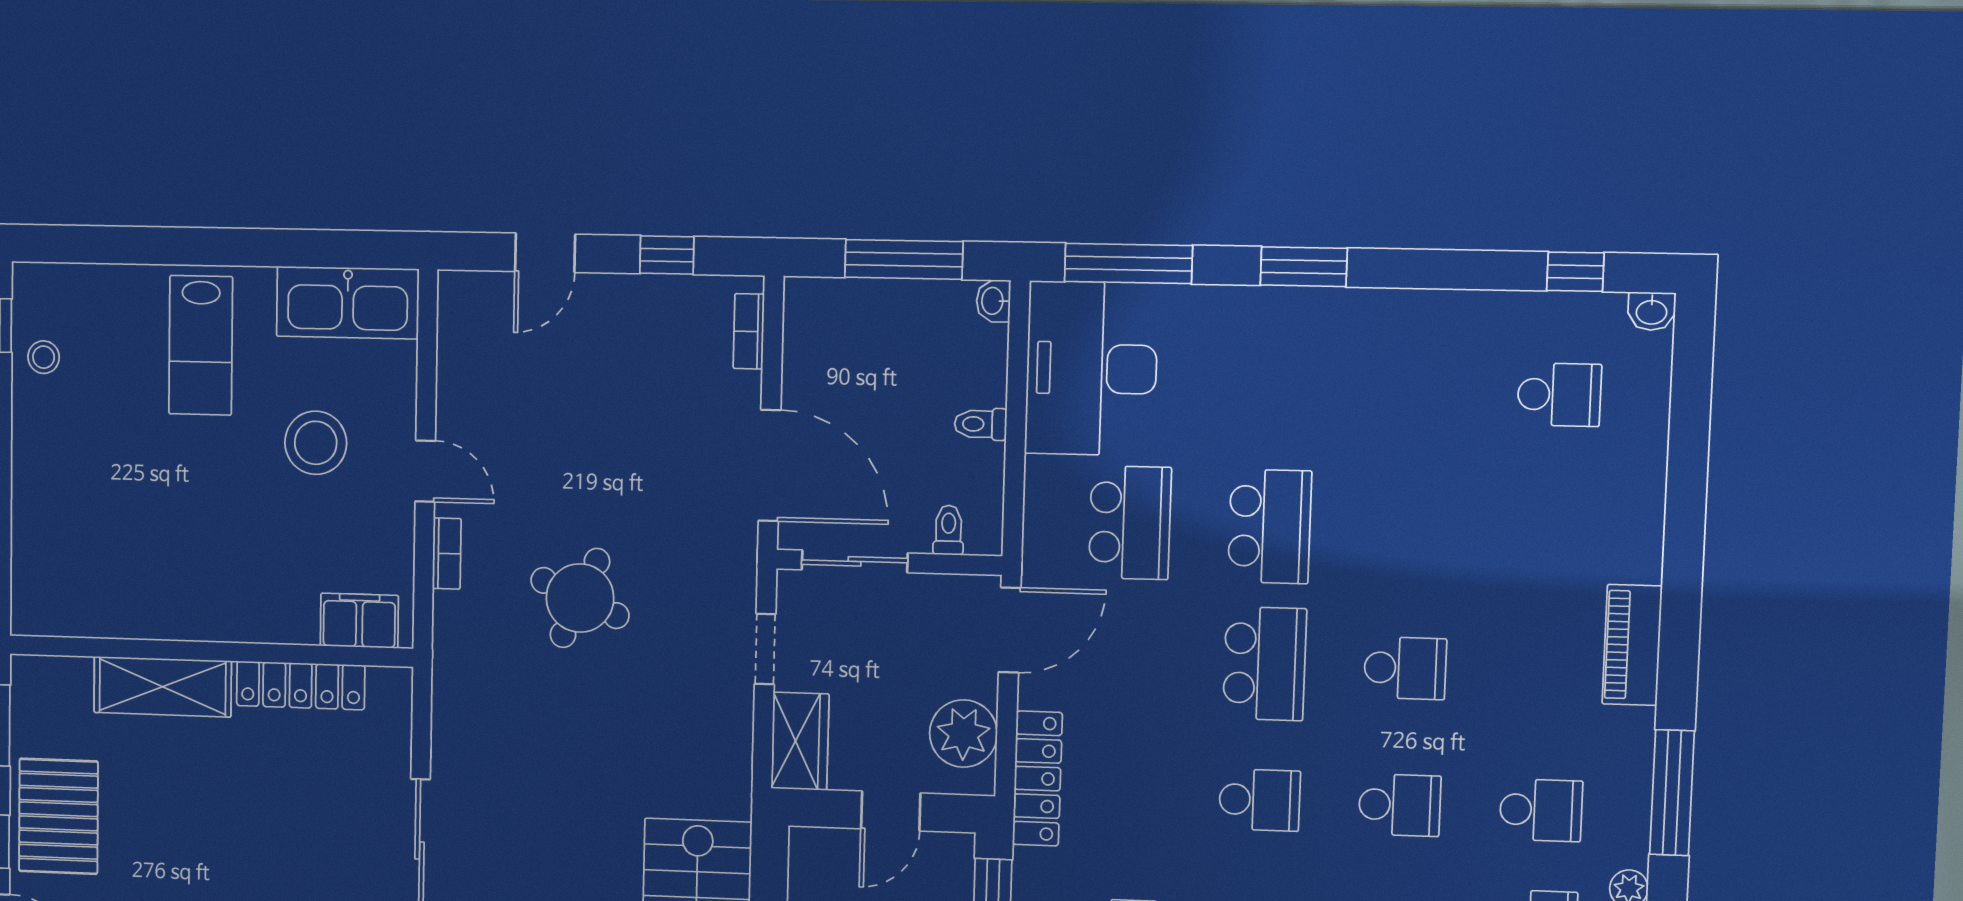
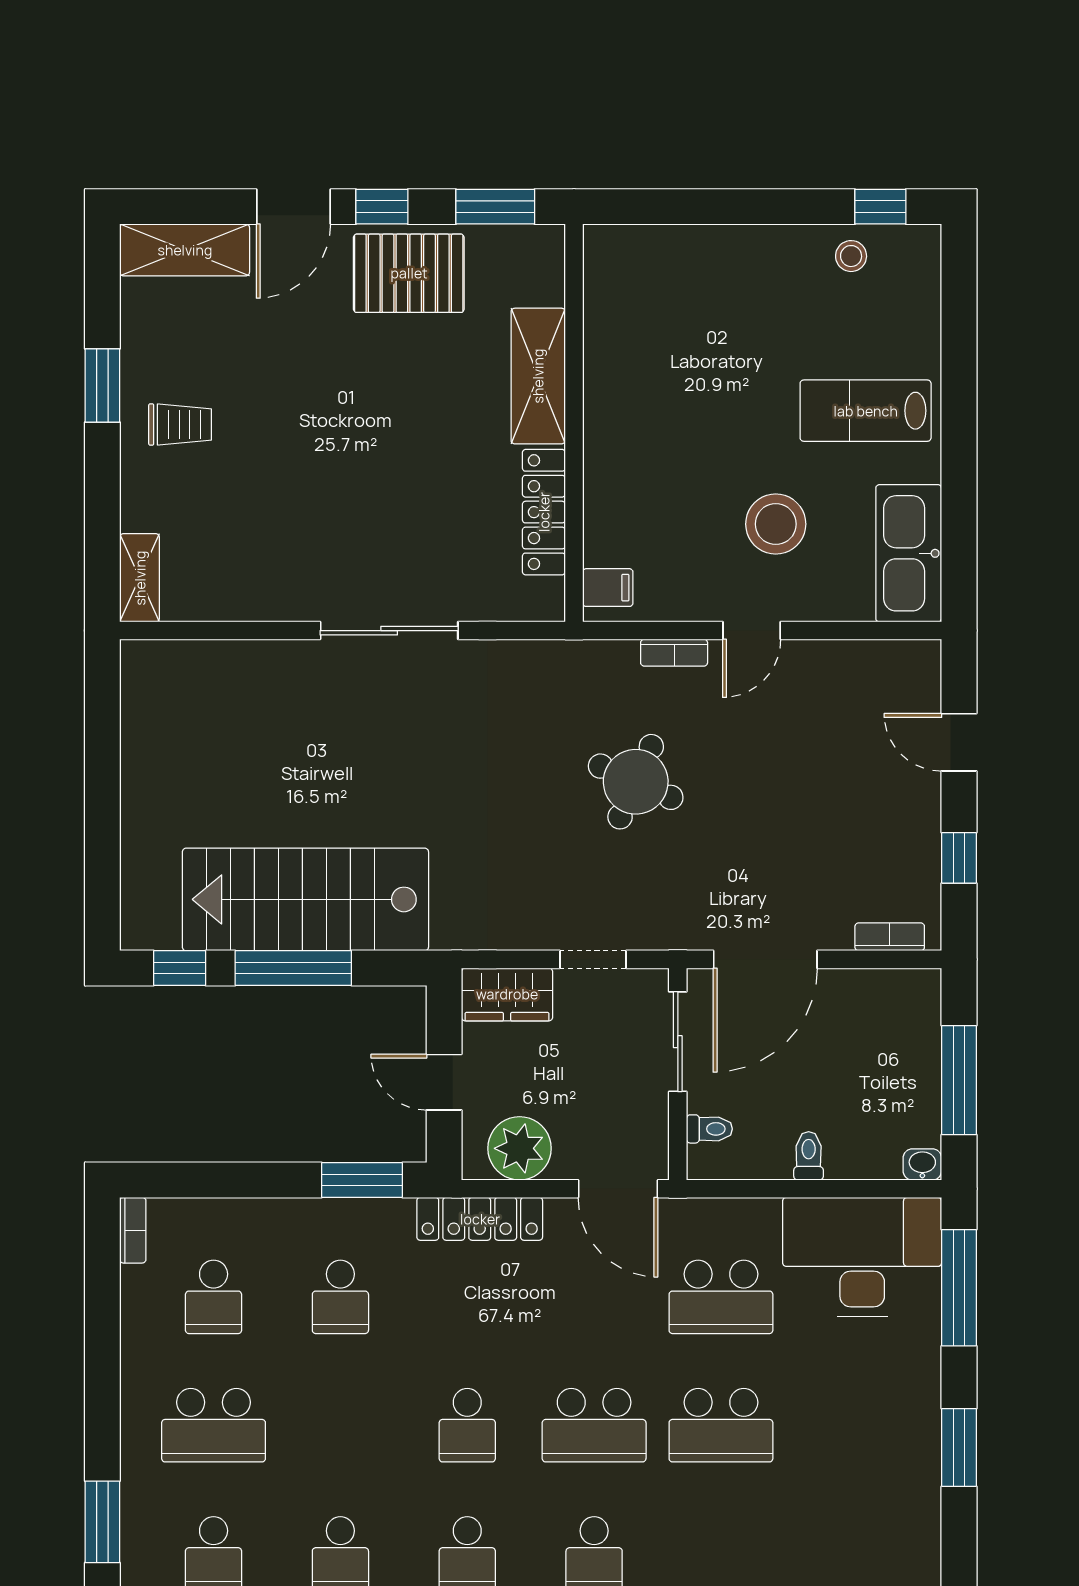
filing cabinet: (359, 621) -> (608, 588), width x0.50

